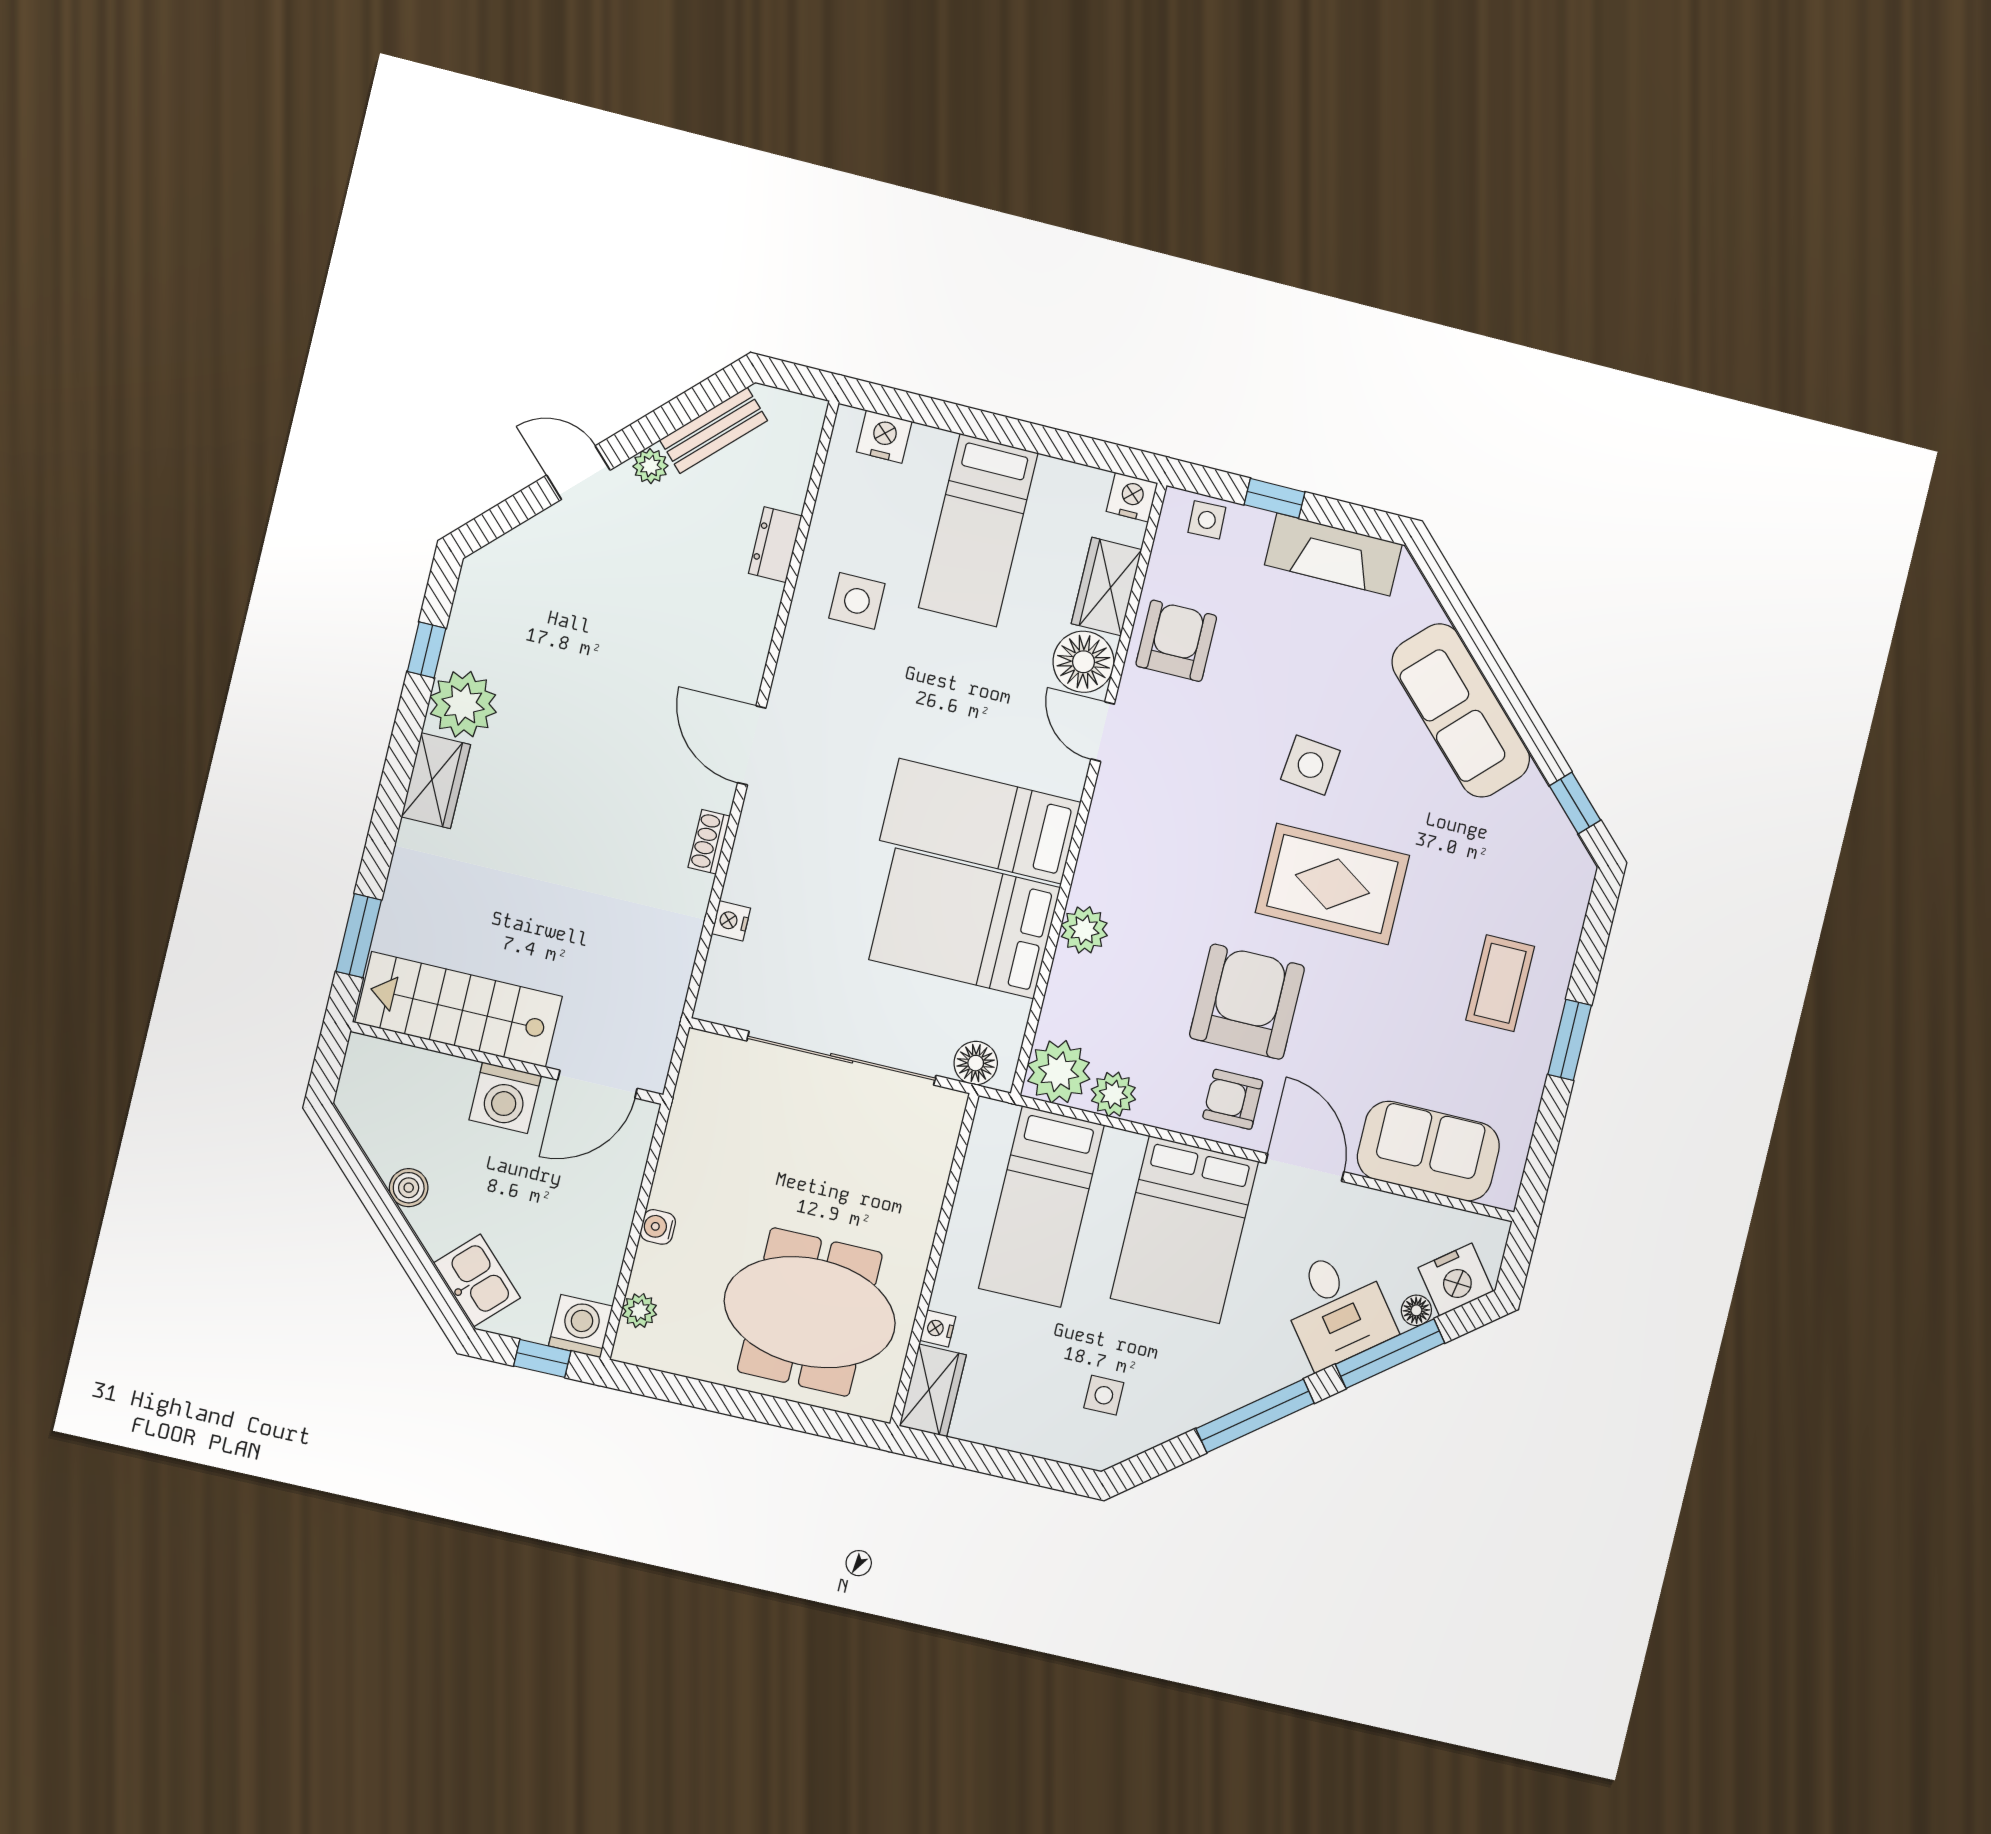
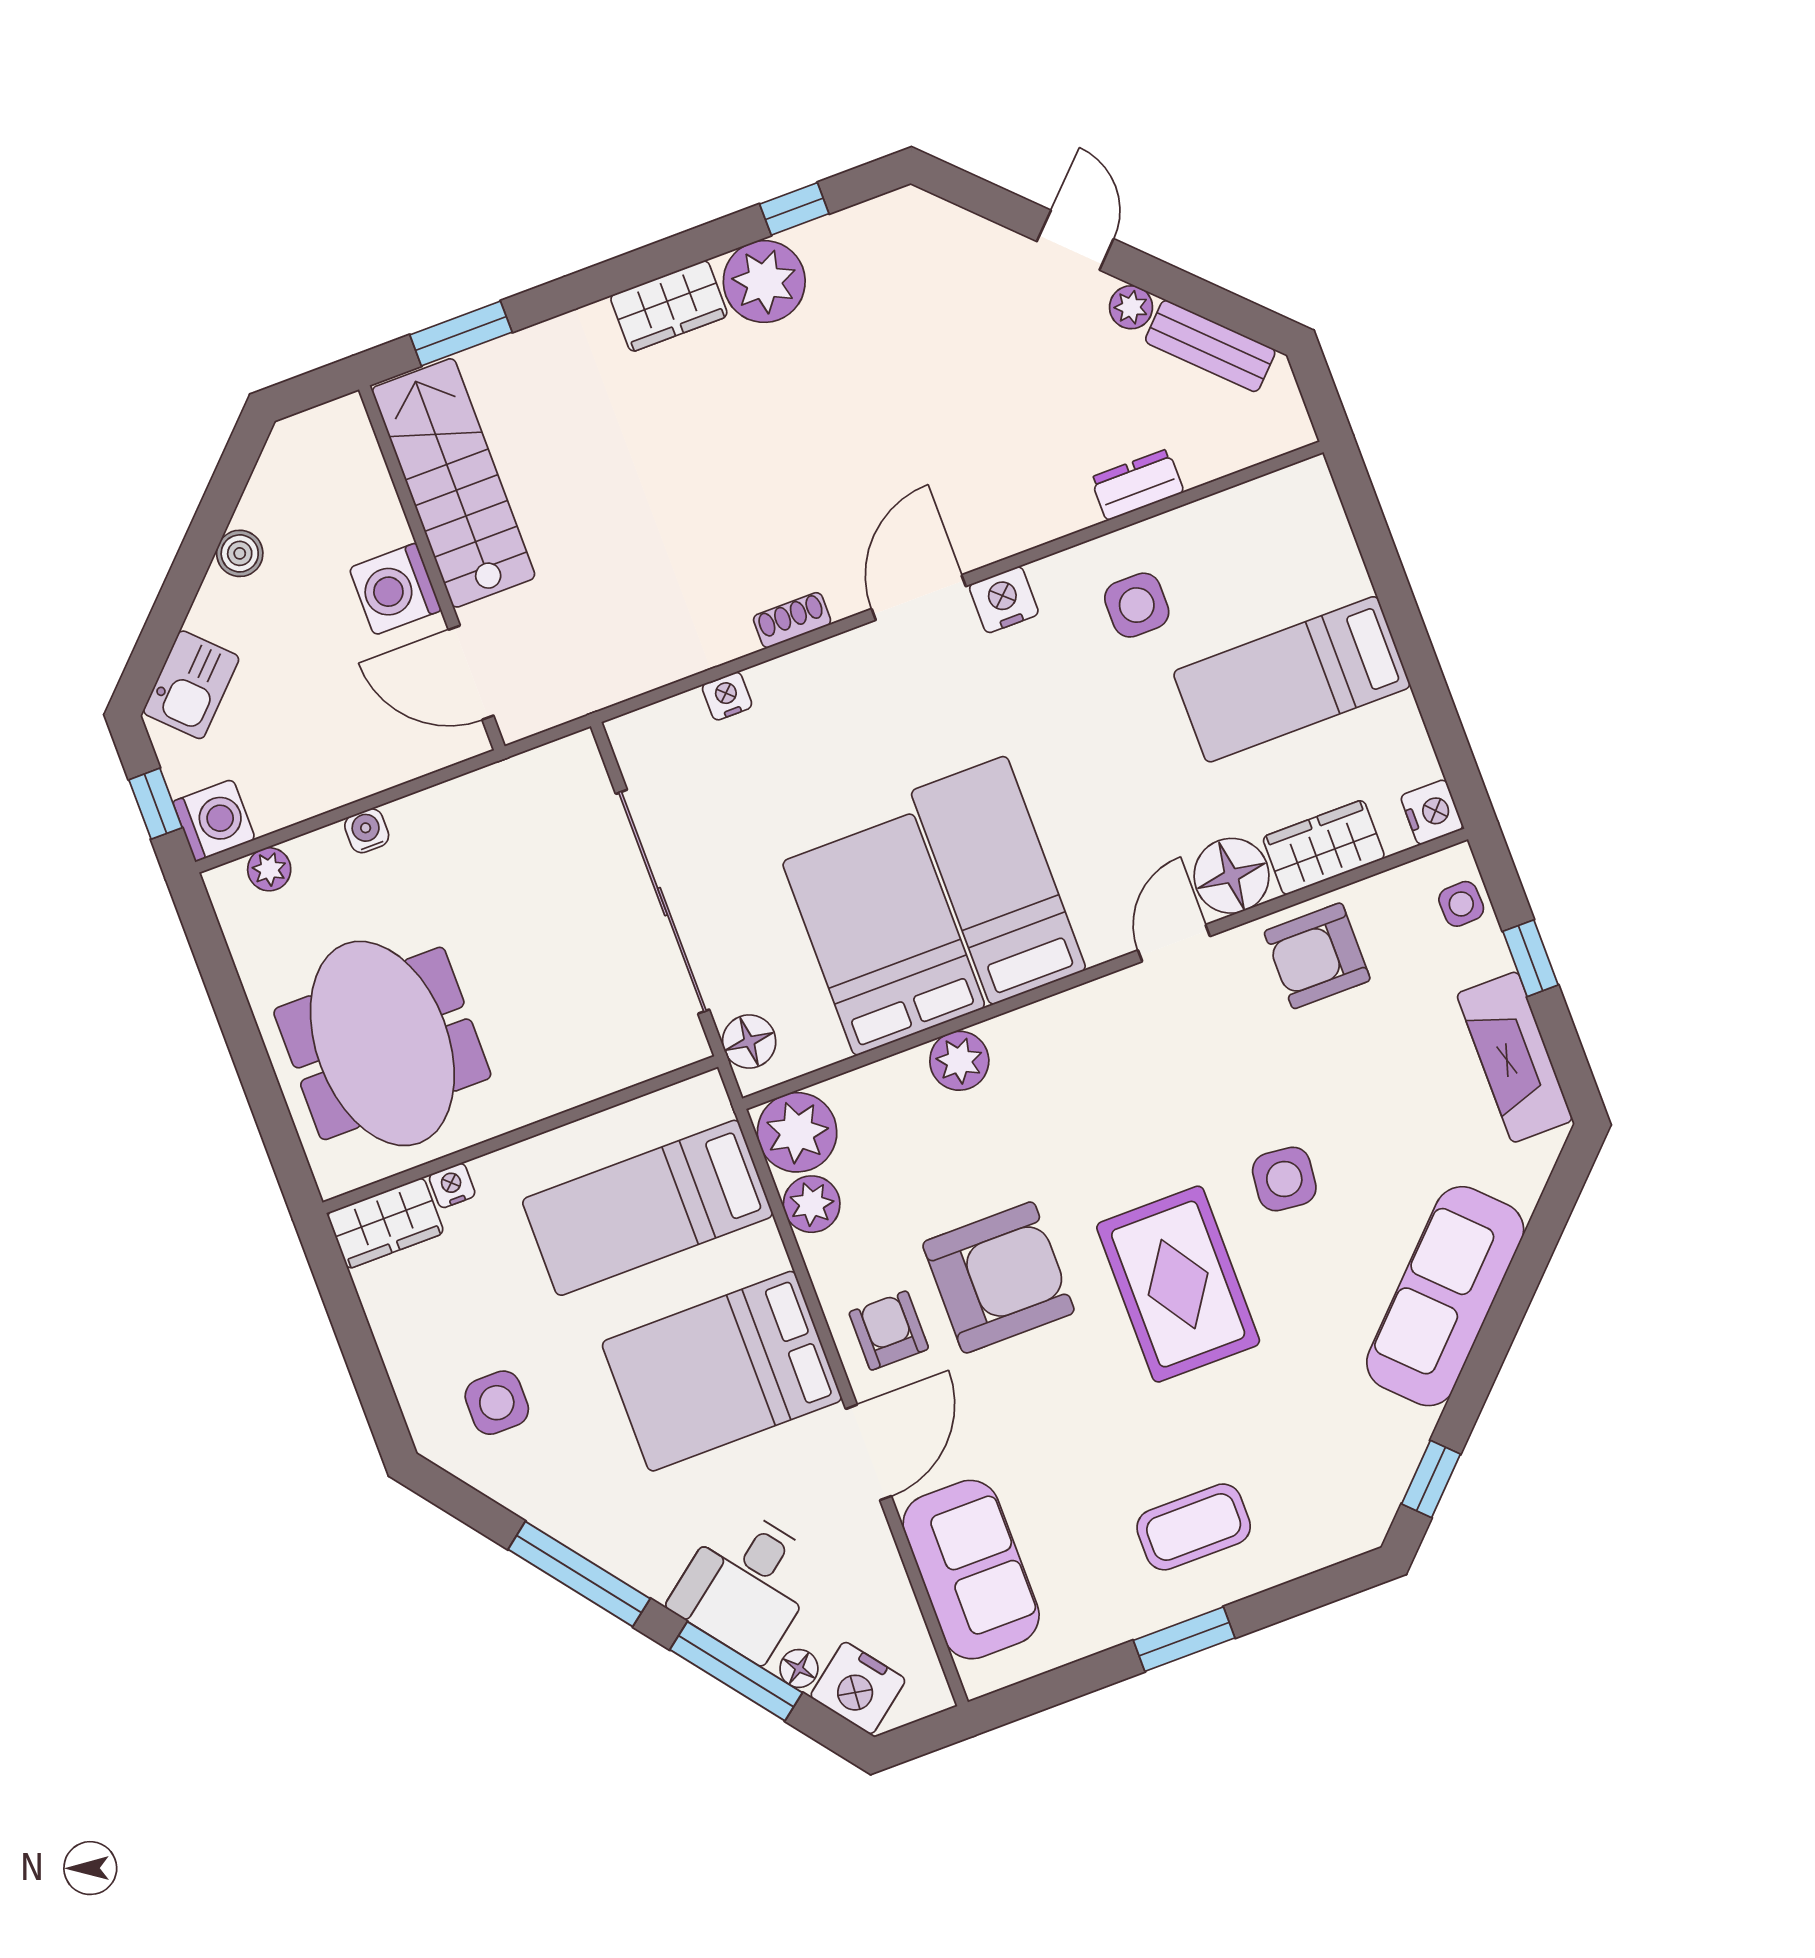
nightstand: (884, 437) -> (1004, 600), moved, turned -90
armchair: (1176, 641) -> (1317, 956), turned 180
side table: (1104, 1395) -> (497, 1403), width x1.37, depth x1.37

